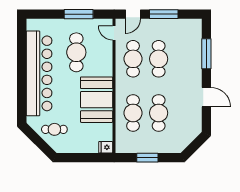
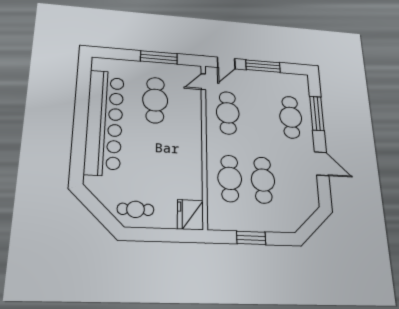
door: (114, 33) -> (203, 82), hinge flipped
cafe table: (159, 59) -> (291, 117), moved
booth: (97, 100) -> (181, 159), removed
cafe table: (54, 129) -> (135, 209), moved
fridge: (106, 147) -> (190, 215), width x1.88, depth x1.34

